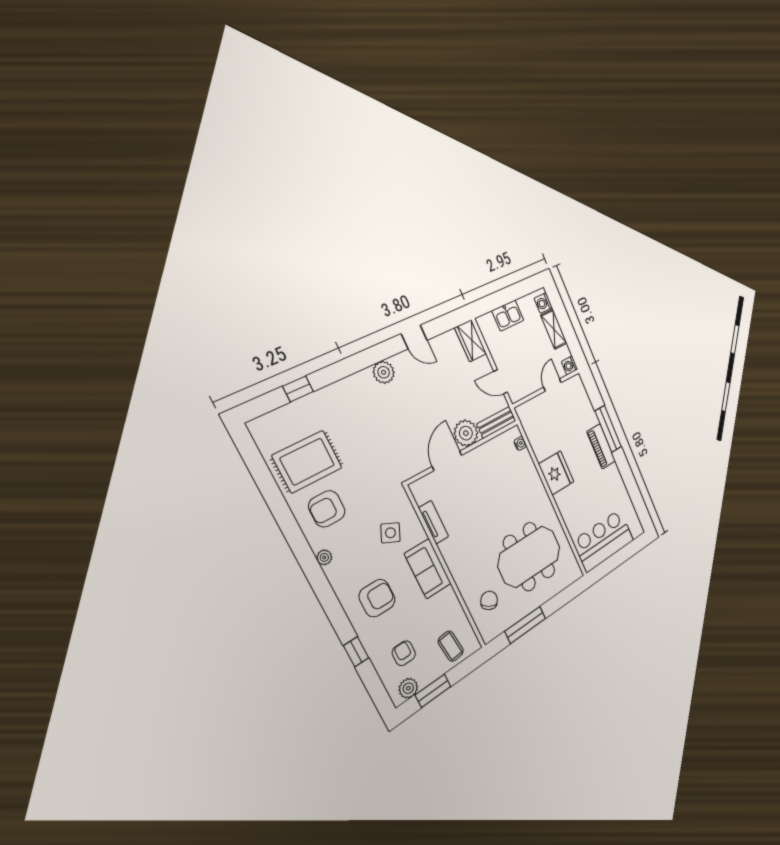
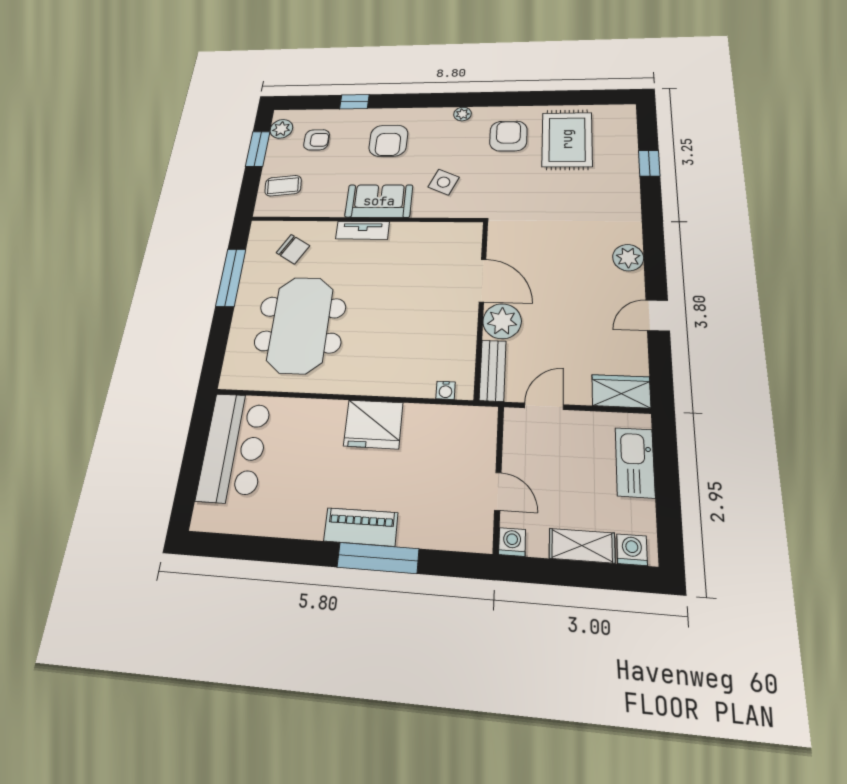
kitchen sink: (508, 316) -> (635, 462), width x1.38
tv unit: (434, 522) -> (363, 230), moved

